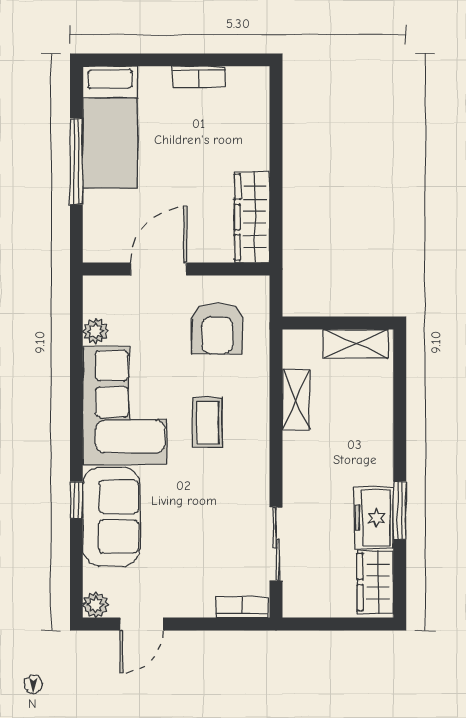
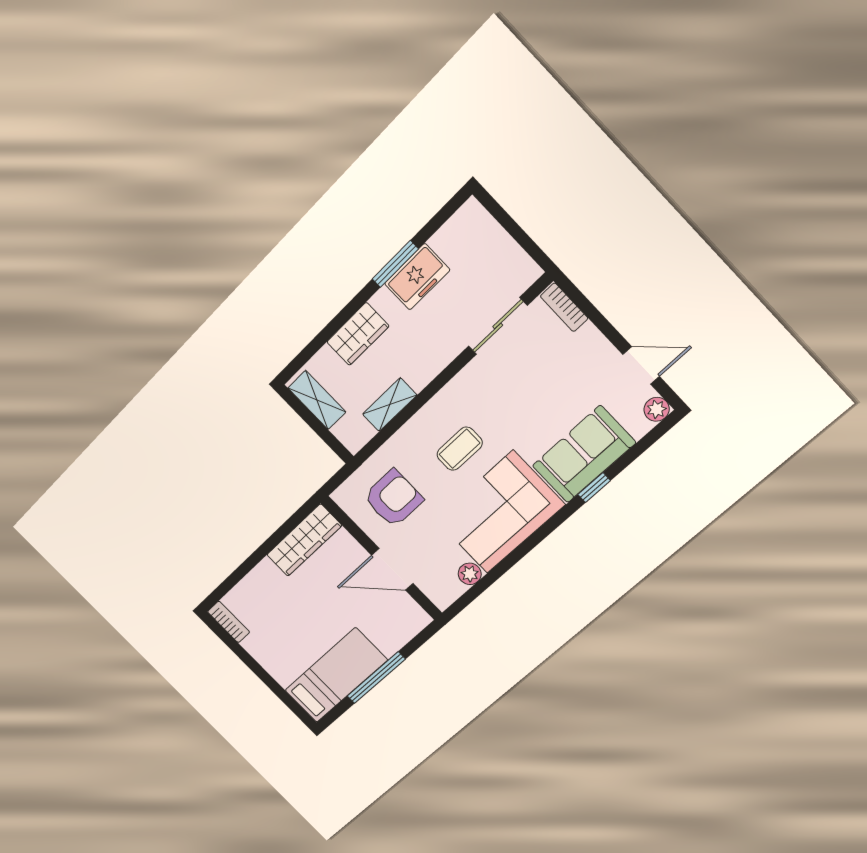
bookcase: (199, 77) -> (229, 622), moved
wardrobe: (375, 582) -> (358, 334), moved

